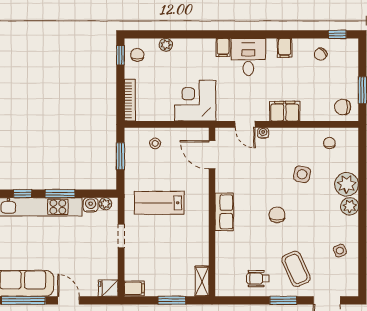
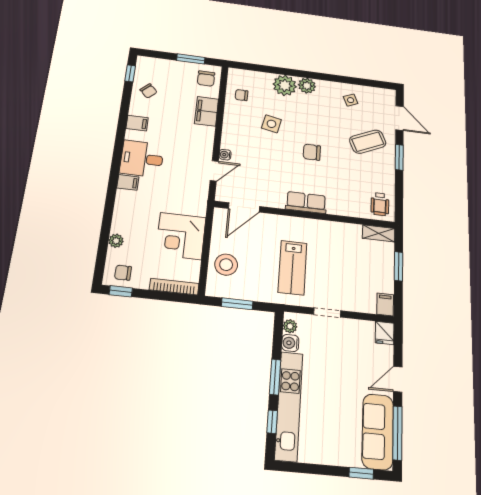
corner desk: (195, 101) -> (181, 236), moved
filing cabinet: (285, 111) -> (207, 111), moved
stool: (155, 143) -> (226, 265), width x1.89, depth x1.89
wheelchair: (258, 279) -> (380, 204), moved

